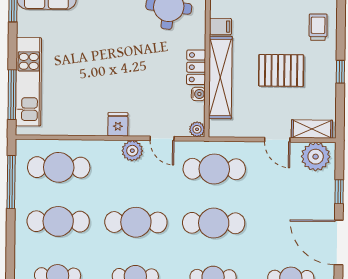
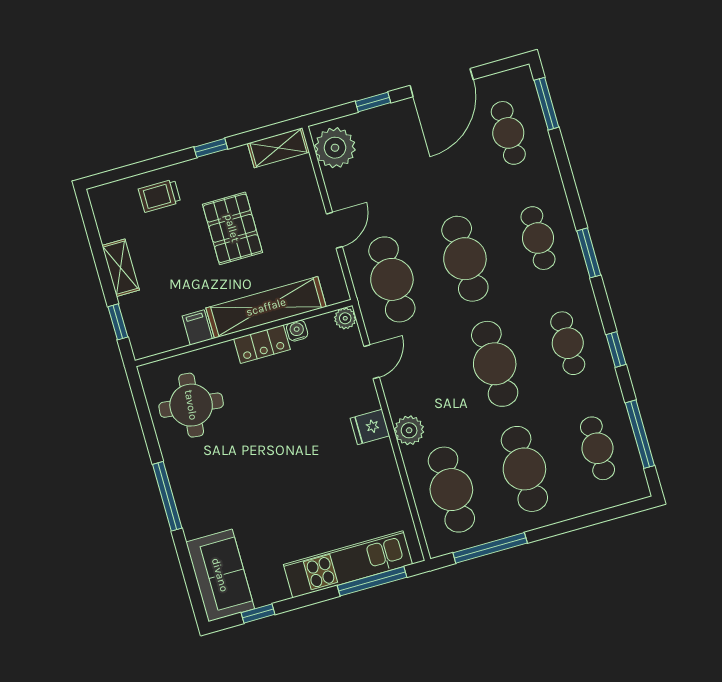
shelving: (312, 129) -> (278, 148), moved, turned 90
door: (277, 140) -> (334, 230), moved
plant: (132, 151) -> (409, 430), moved

